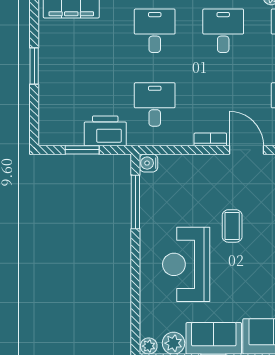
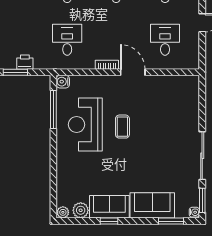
printer: (105, 131) -> (25, 62), width x0.53, depth x0.68
reception desk: (186, 264) -> (85, 125), moved

